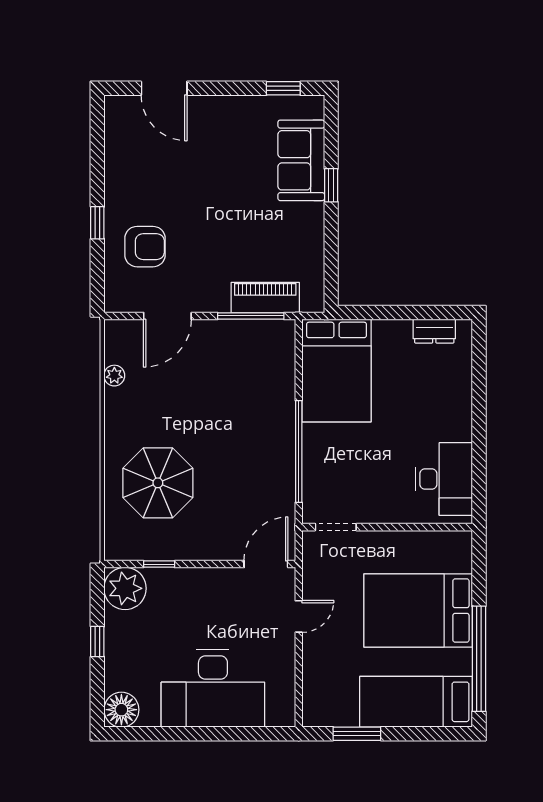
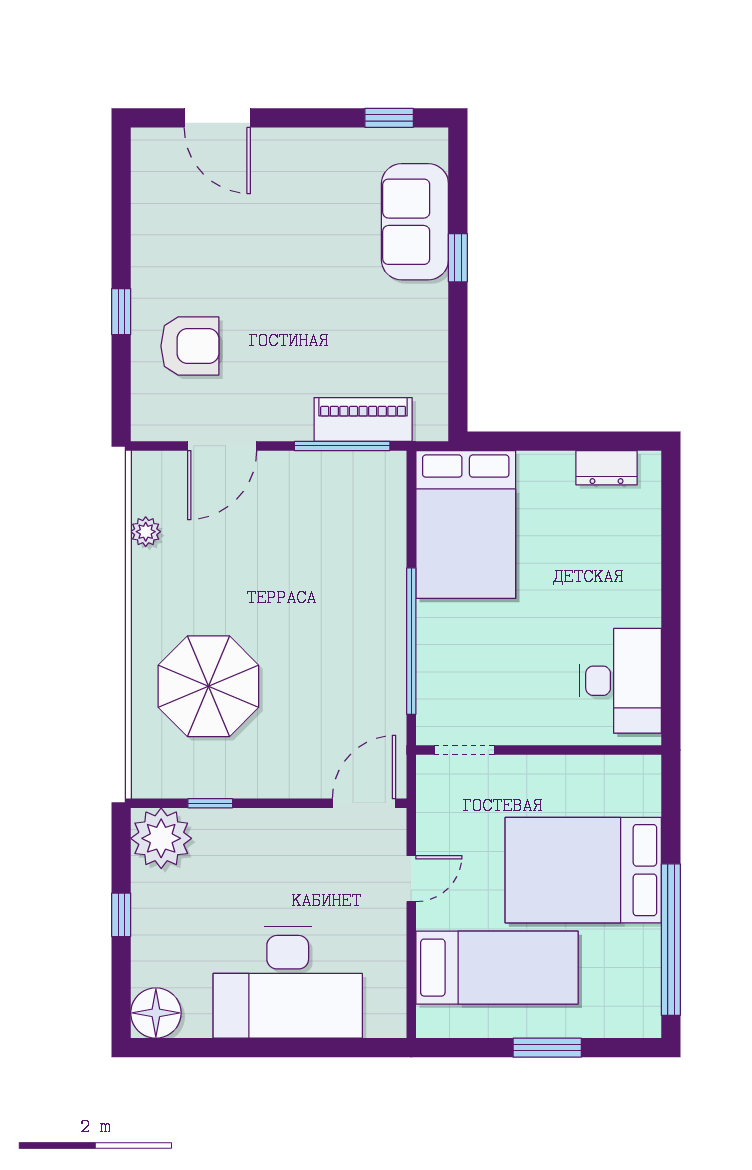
bed: (416, 702) -> (497, 968), moved, turned 180
window: (357, 734) -> (547, 1048), moved

